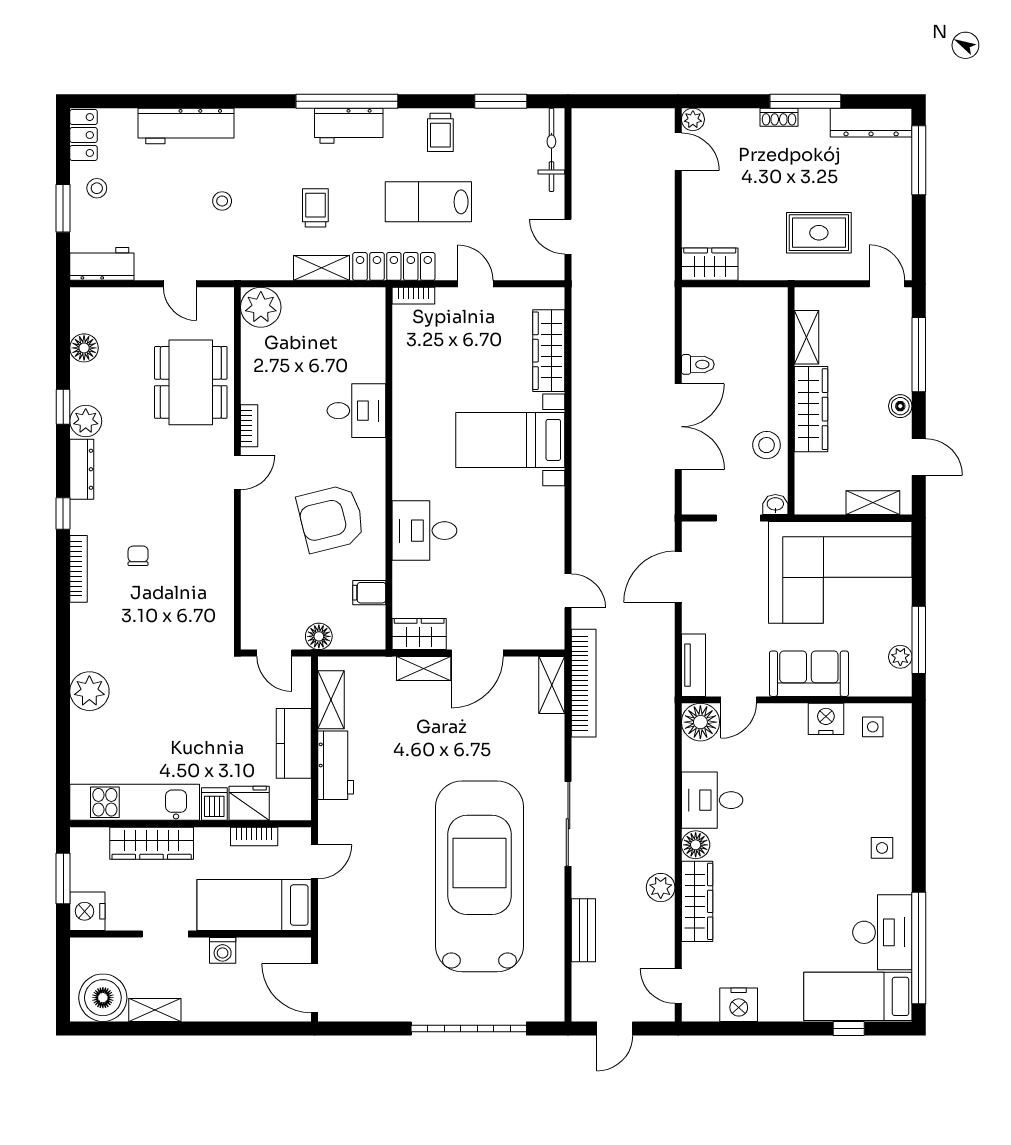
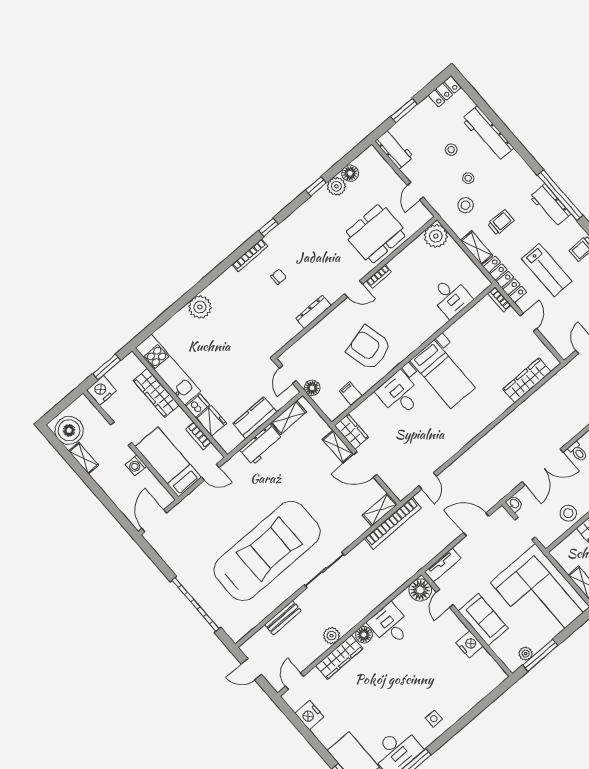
stool: (97, 188) -> (451, 150), moved
lab bench: (428, 202) -> (547, 270), turned 180
stool: (254, 234) -> (466, 205), added
desk: (356, 411) -> (451, 297), moved
plant: (86, 421) -> (336, 186), moved
bed with nightstands: (510, 440) -> (443, 374), moved, turned 180
dresser: (82, 469) -> (313, 312), moved, turned 180
washbasin: (775, 505) -> (514, 504), moved
door: (739, 700) -> (445, 598), hinge flipped
side table: (873, 727) -> (484, 668), removed

